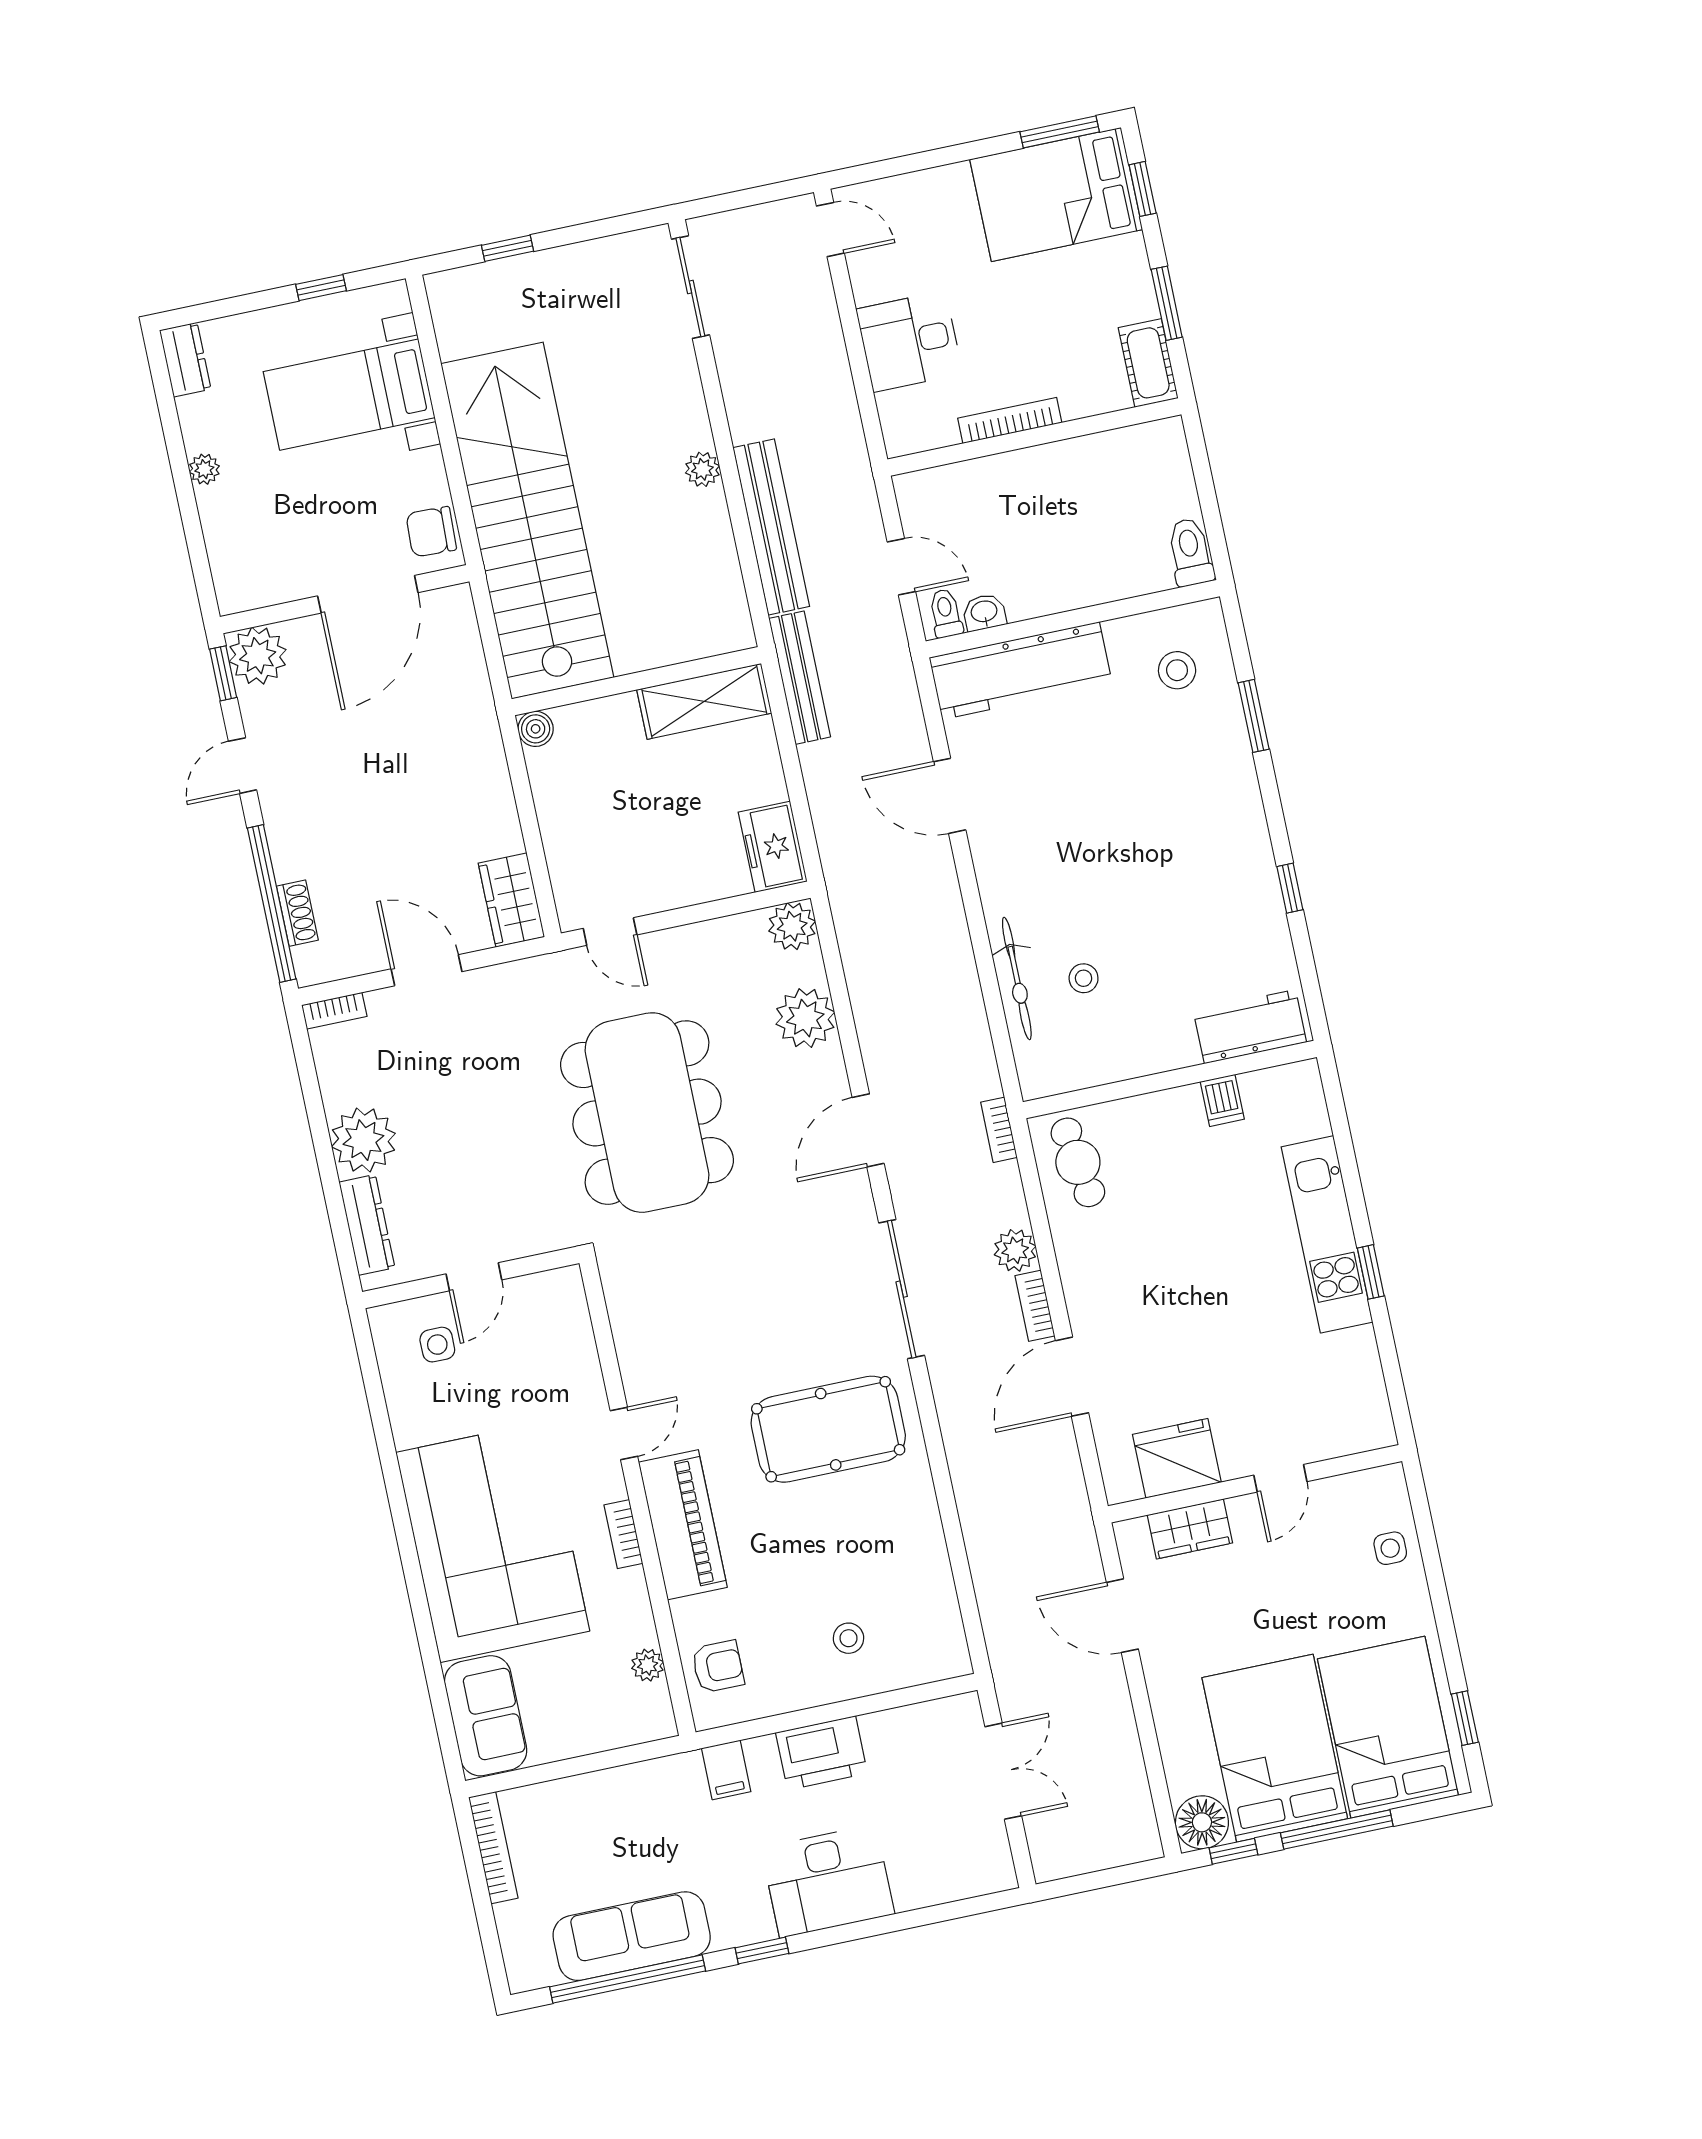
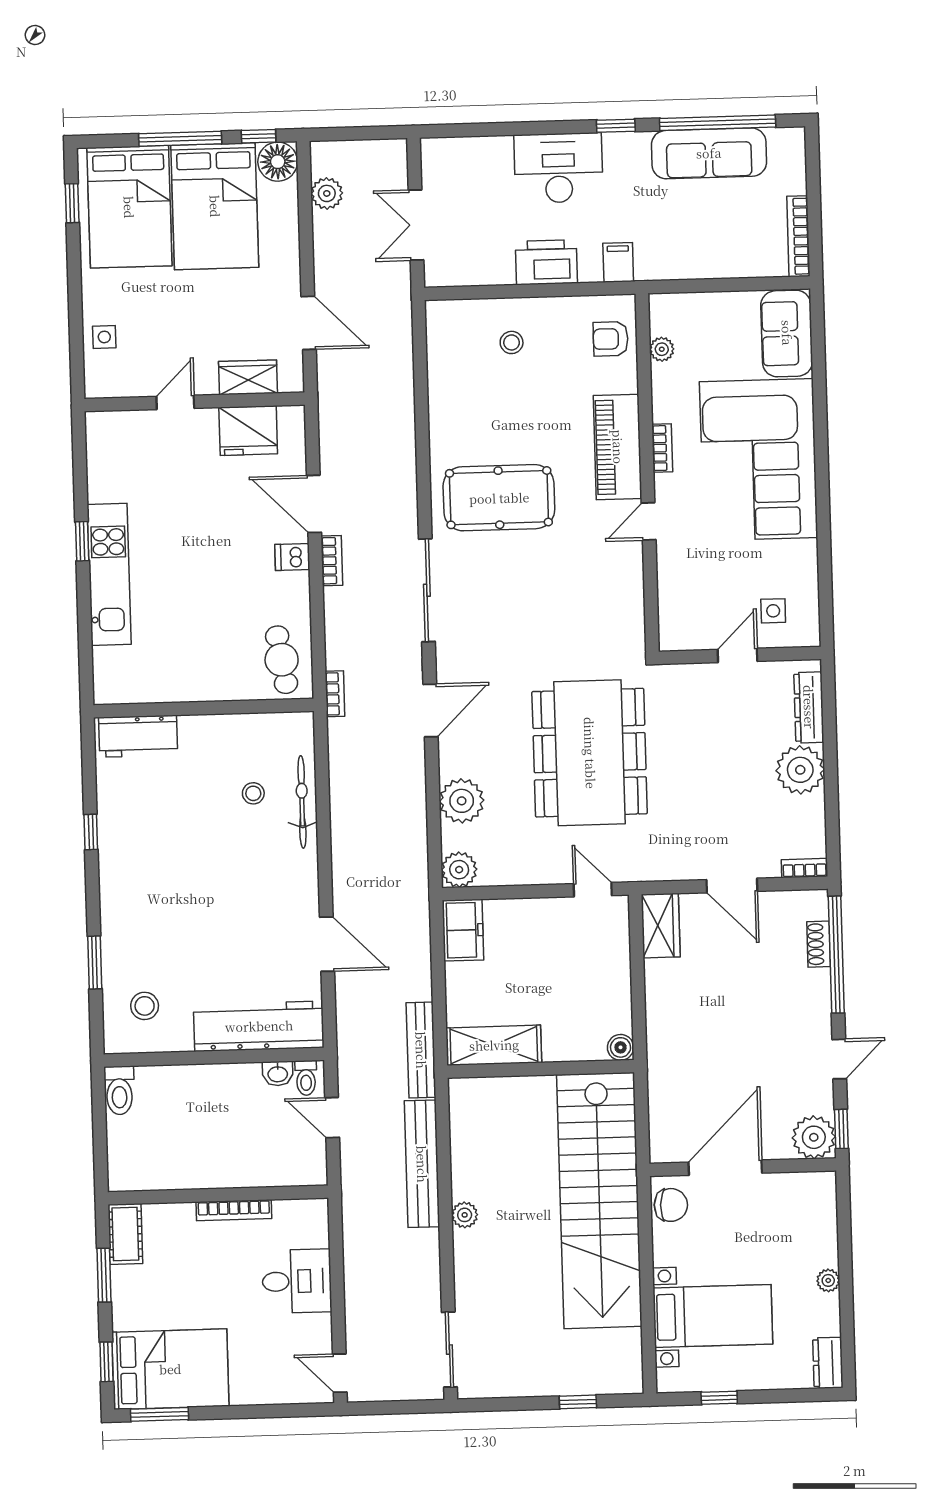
dishwasher: (1222, 1100) -> (292, 557), moved, turned -90
plant: (1015, 1250) -> (327, 193), moved
door: (1072, 1377) -> (314, 504), swing flipped

